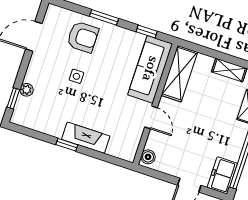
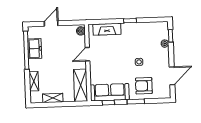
sofa: (150, 69) -> (110, 92), moved, turned -90
door: (151, 117) -> (88, 54), hinge flipped
fireplace: (86, 138) -> (107, 29), moved
freezer: (222, 175) -> (35, 49), moved

